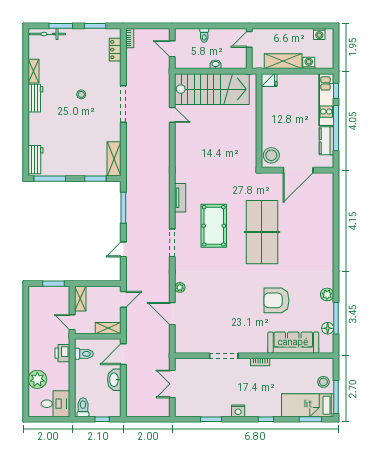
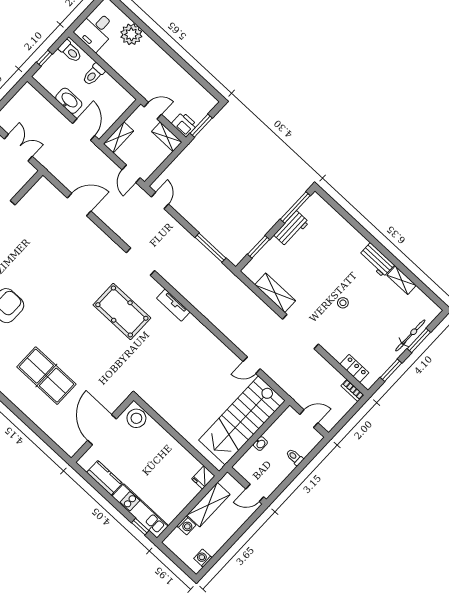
bicycle: (48, 34) -> (410, 335), moved
door: (249, 39) -> (255, 493), swing flipped
window: (336, 128) -> (108, 496), removed
shelving: (114, 159) -> (275, 293), moved
workbench: (36, 160) -> (291, 229), moved, turned -90
table tennis table: (262, 232) -> (46, 376), moved, width x0.73, depth x0.76
door: (123, 249) -> (160, 201), moved
plant: (180, 287) -> (96, 232), removed
printer: (62, 353) -> (184, 124), moved
toilet: (84, 354) -> (94, 74), moved

